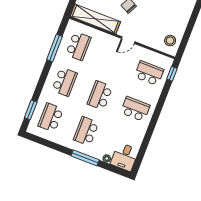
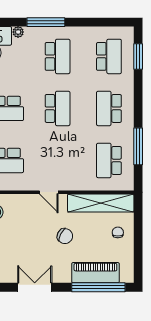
door: (128, 40) -> (49, 192), swing flipped

